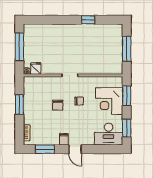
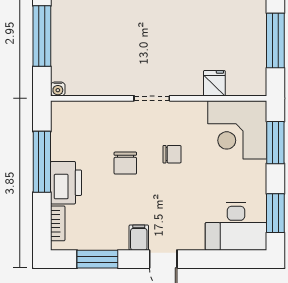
fridge: (36, 68) -> (214, 83), moved
corner desk: (109, 101) -> (237, 130), moved
window: (19, 105) -> (42, 162), width x1.44
printer: (31, 114) -> (66, 183), added

